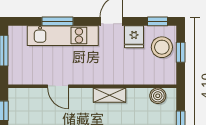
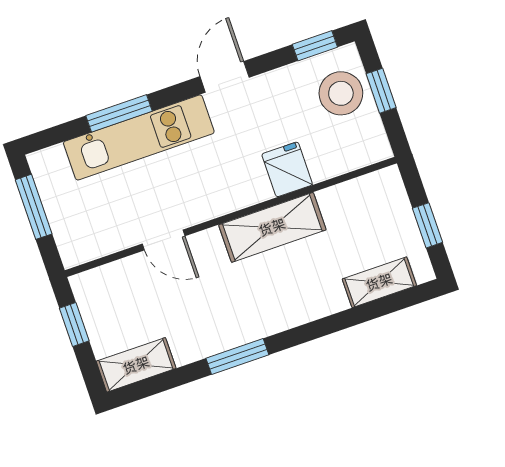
fridge: (134, 37) -> (287, 169), moved, turned 180
shelving: (110, 95) -> (272, 227), width x1.50, depth x1.33
boiler: (158, 96) -> (366, 191), removed

